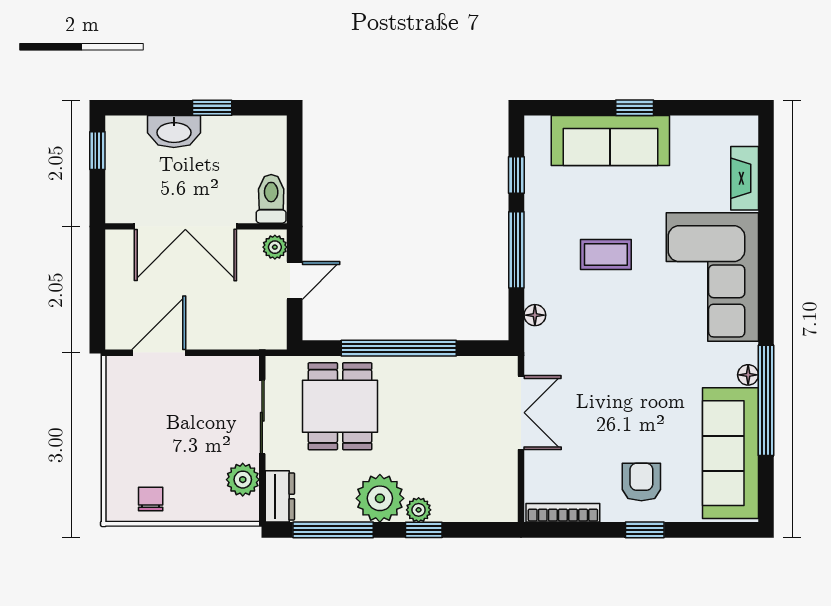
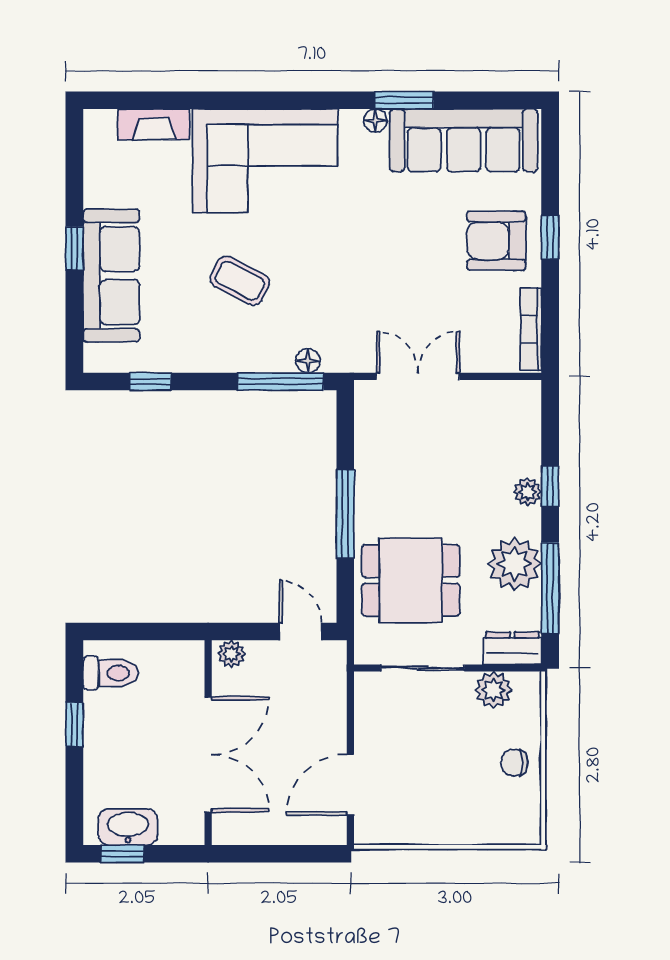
washbasin: (174, 132) -> (128, 827), moved, turned -90
toilet: (271, 199) -> (111, 673), moved, turned 180
window: (516, 250) -> (281, 382), moved
coffee table: (606, 255) -> (240, 281), turned -63
door: (295, 280) -> (300, 632), moved
window: (399, 348) -> (345, 514), width x0.68
door: (159, 353) -> (350, 785), hinge flipped
window: (766, 400) -> (404, 100), width x0.47
armchair: (641, 482) -> (496, 241), width x1.38, depth x1.38
plant: (380, 498) -> (514, 564), moved
chair: (151, 499) -> (514, 763), moved

